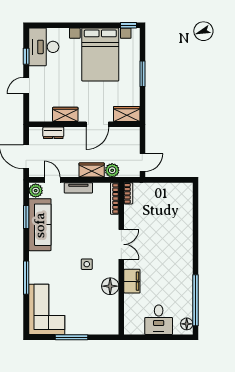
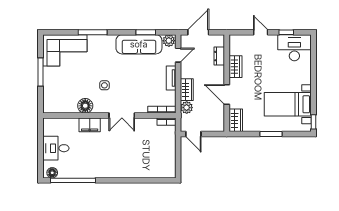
bed with nightstands: (100, 54) -> (288, 104), width x0.73

